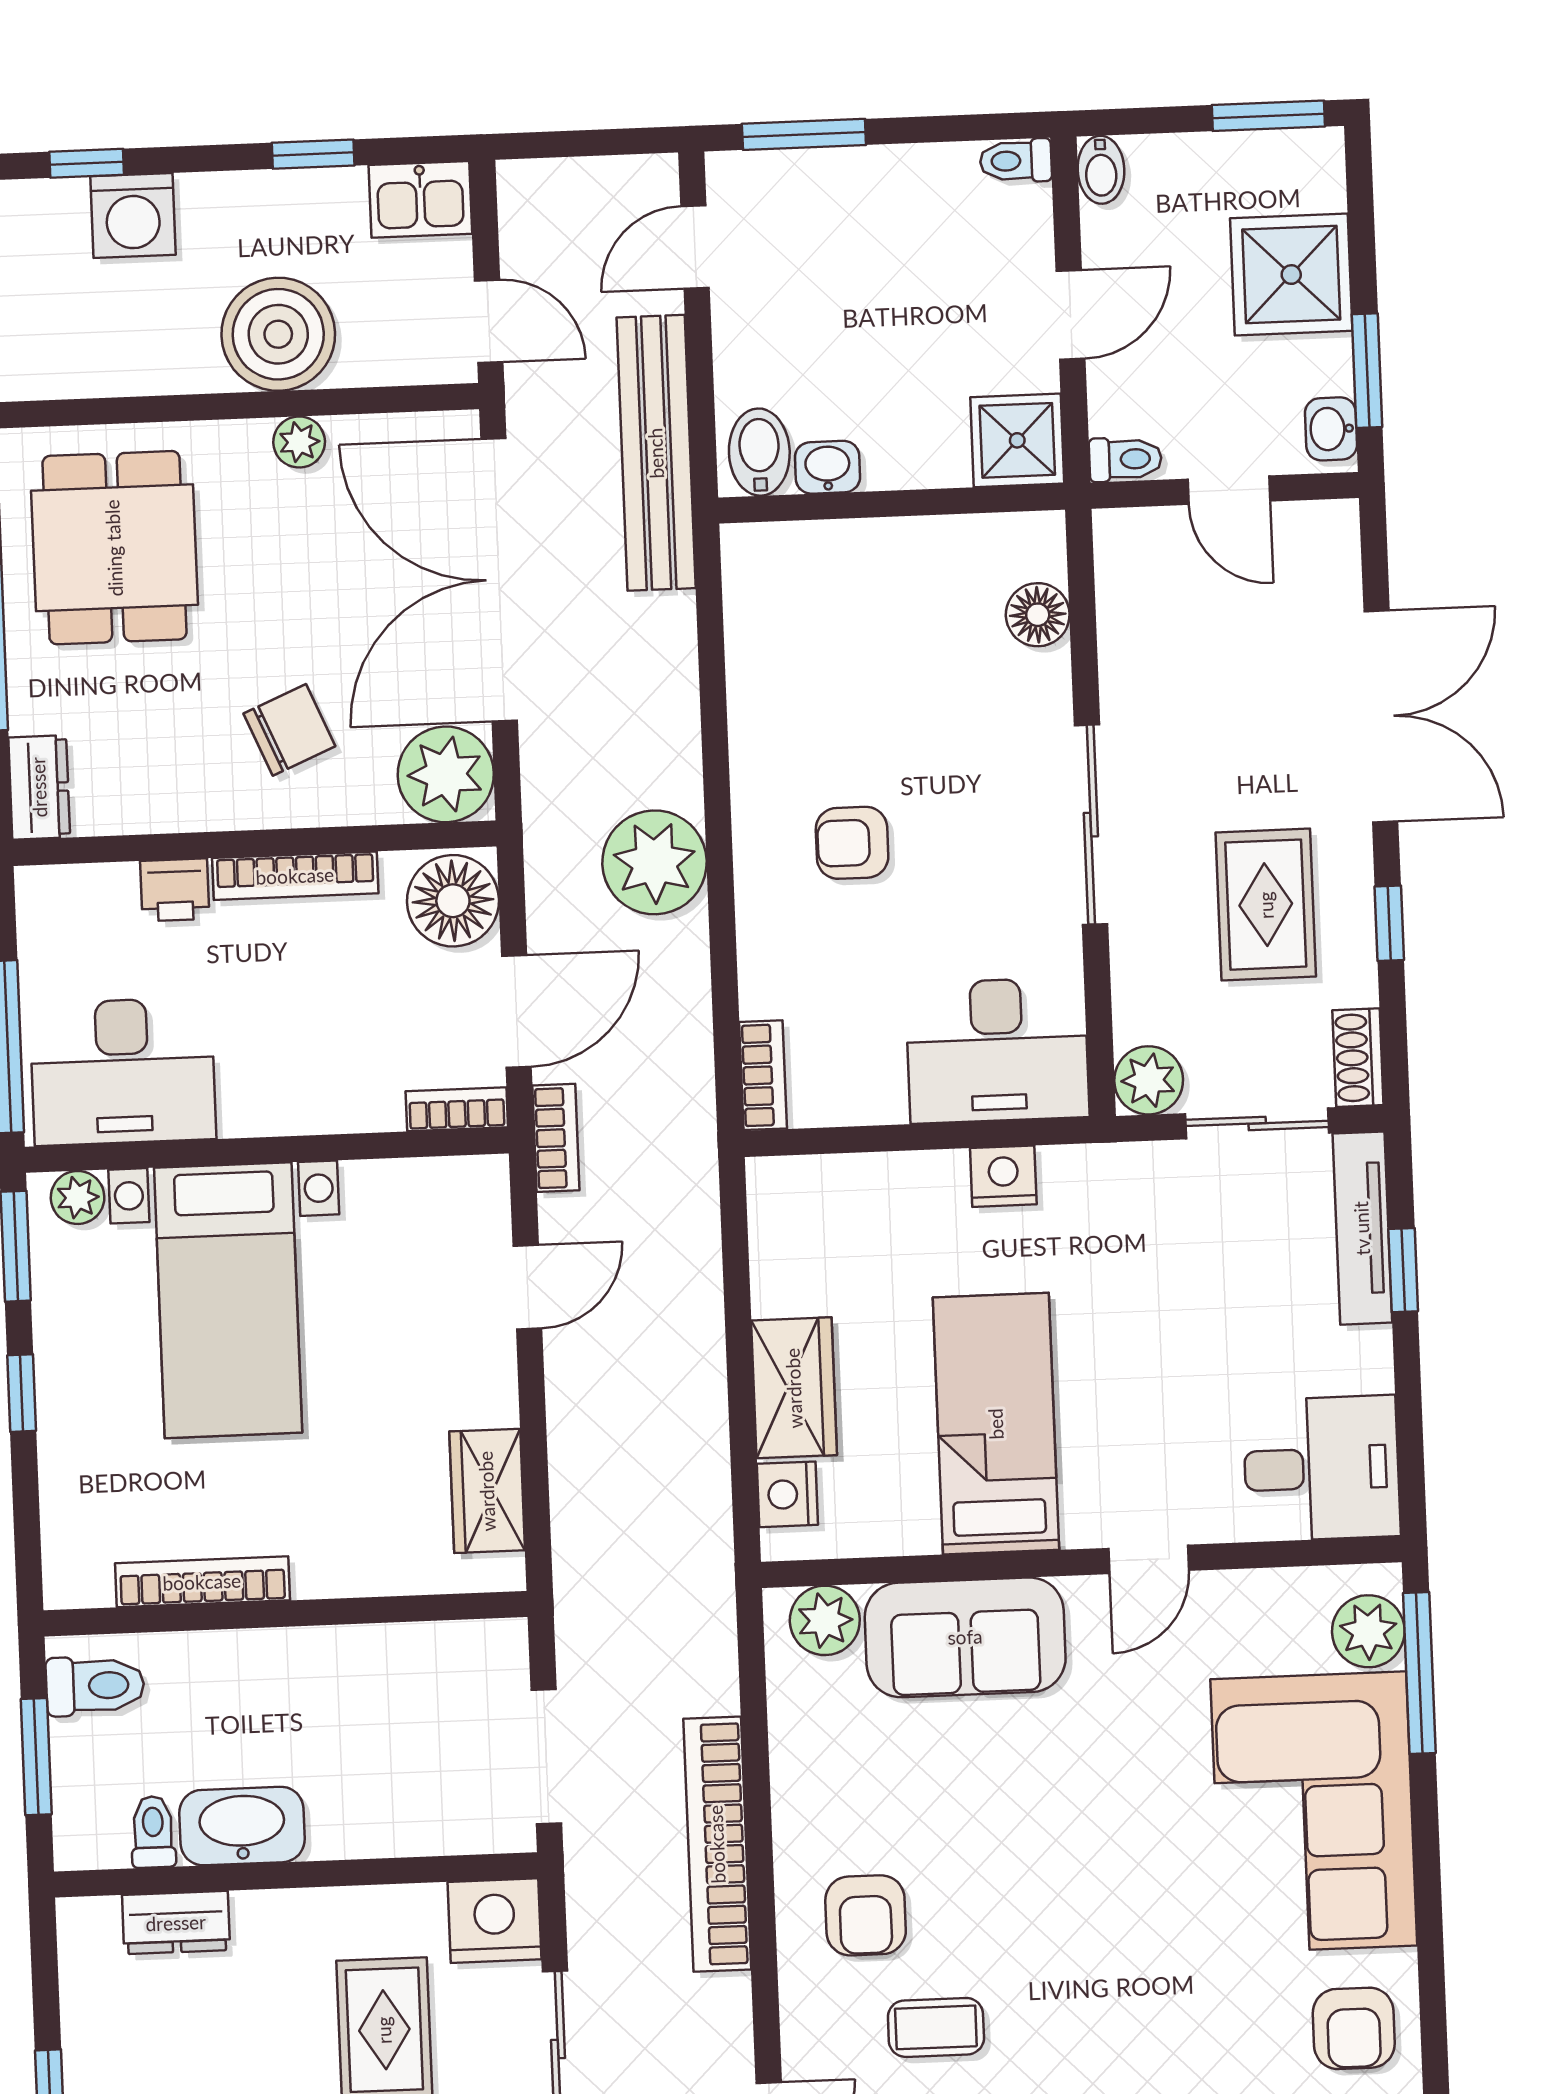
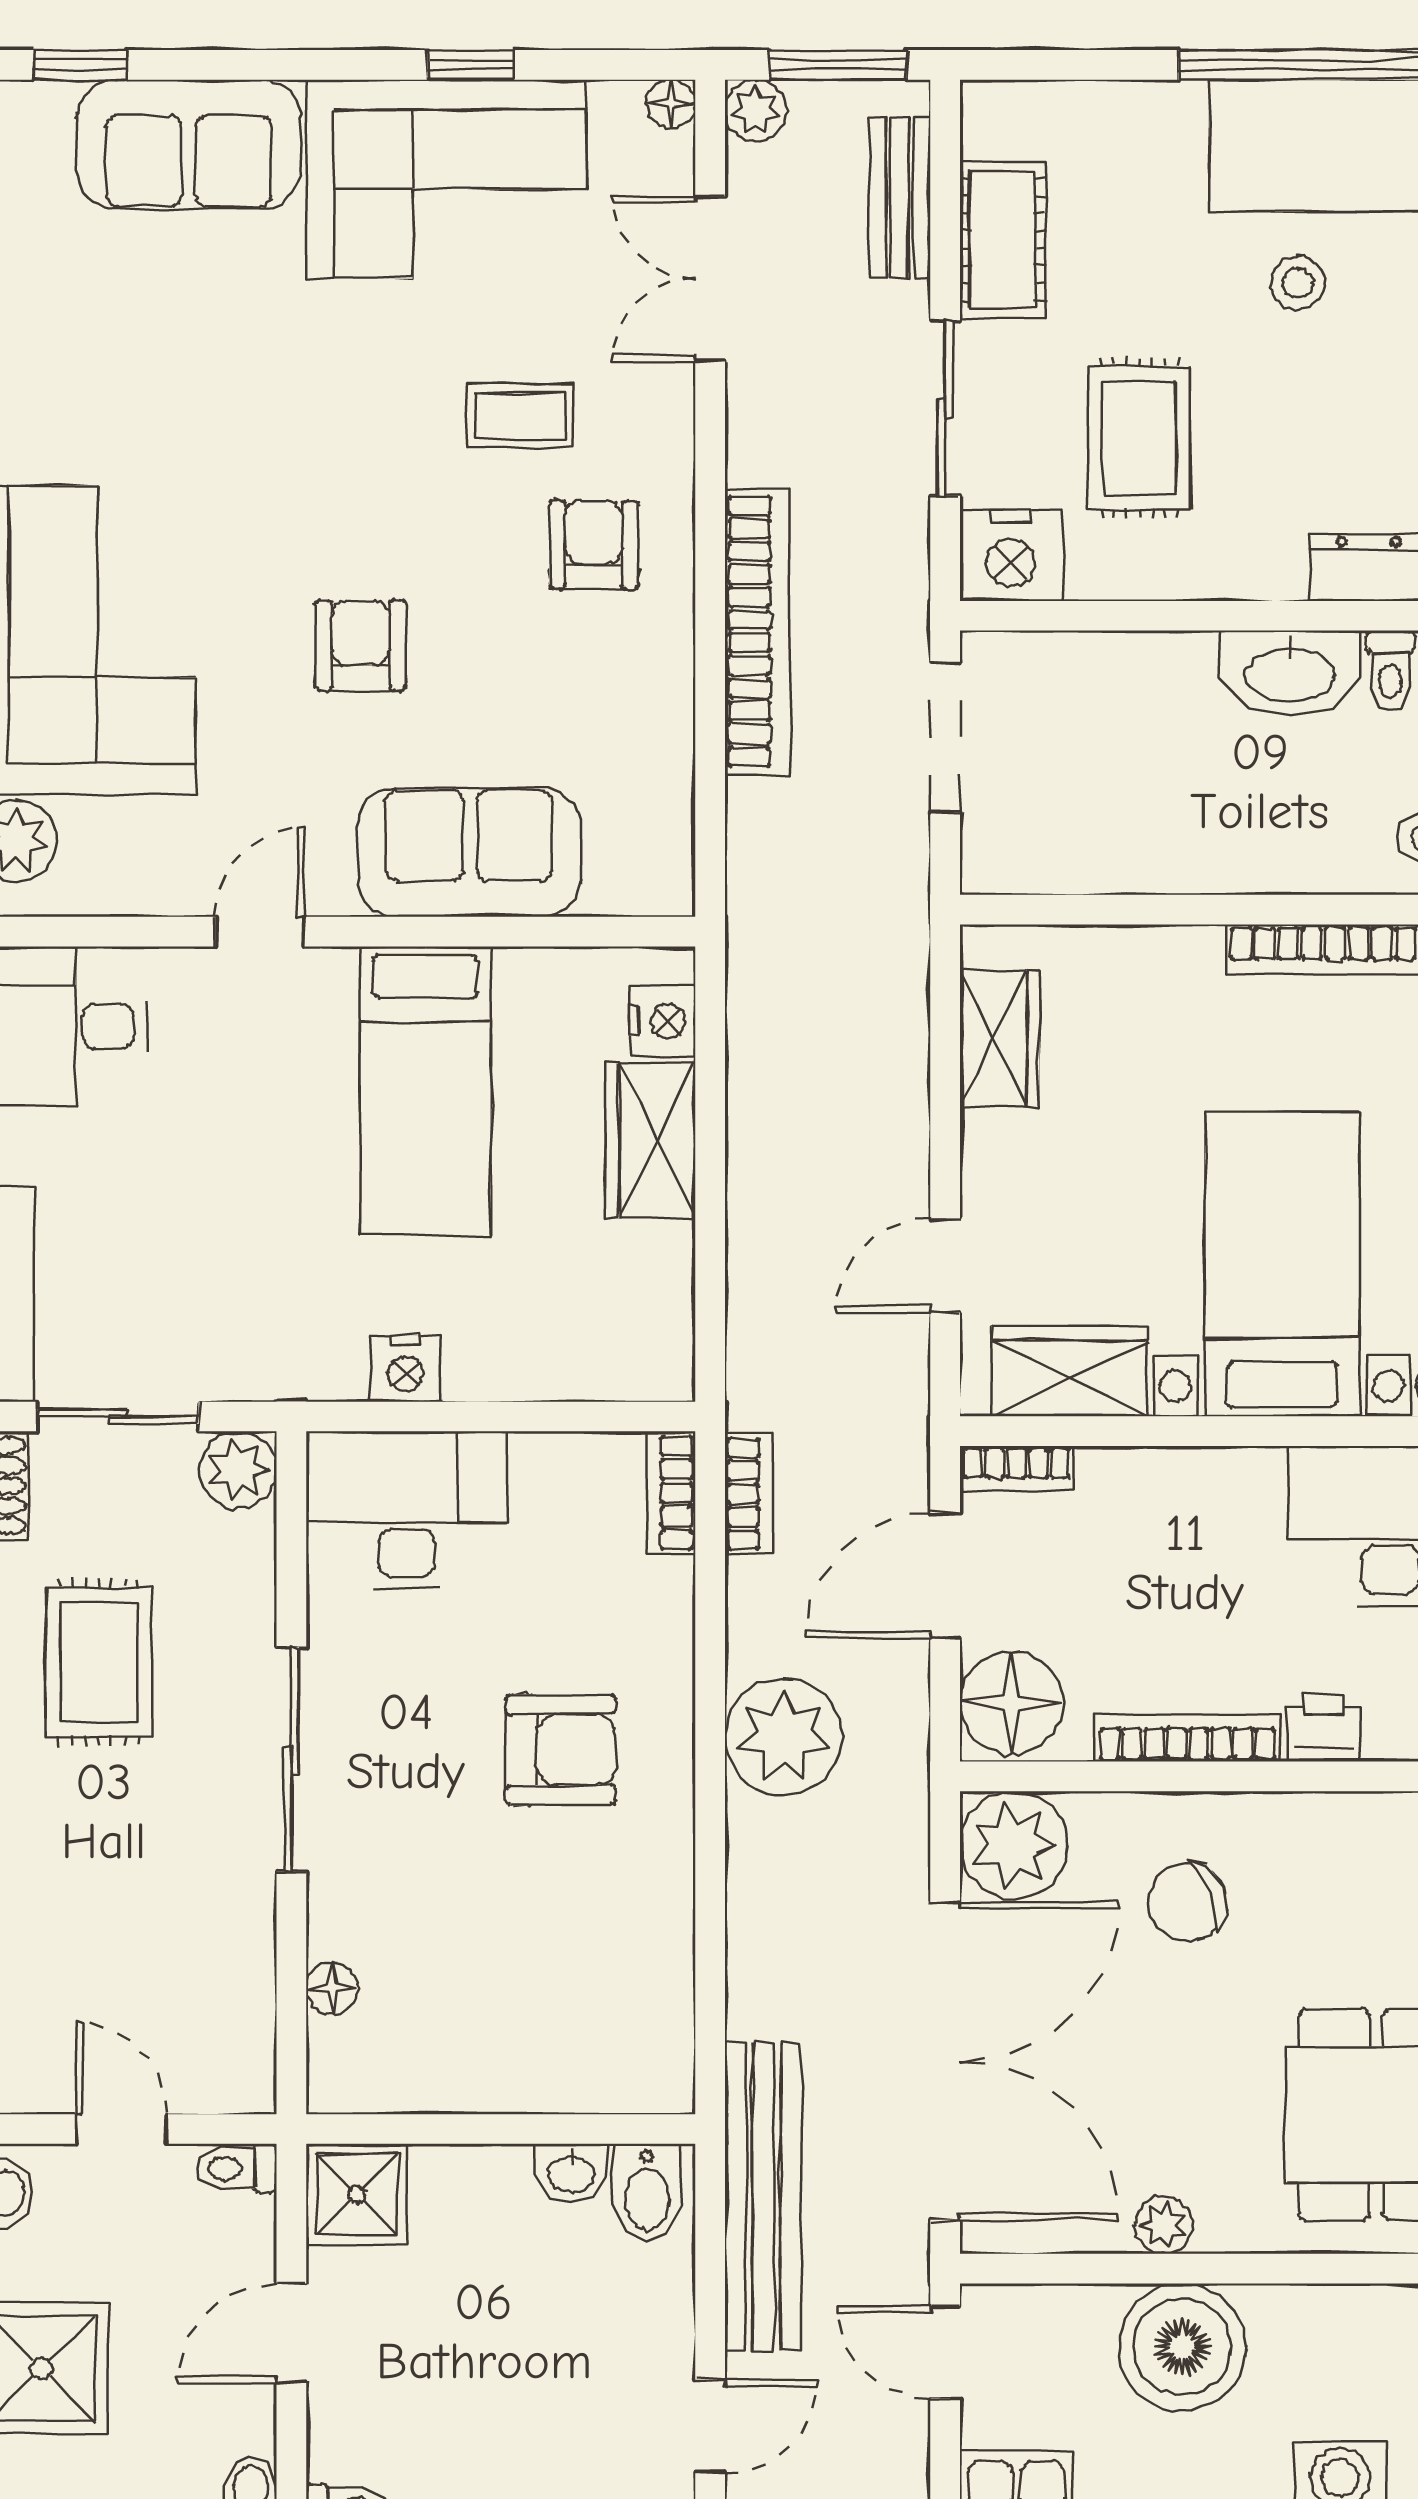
floor lamp: (1038, 615) -> (332, 1988), width x0.73, depth x0.73
armchair: (852, 843) -> (561, 1750), width x1.38, depth x1.38
bookcase: (556, 1138) -> (749, 1494), moved, turned 180
wardrobe: (413, 1198) -> (1070, 1371), added
plant: (825, 1620) -> (626, 878), removed
armchair: (1354, 2028) -> (361, 645), moved

